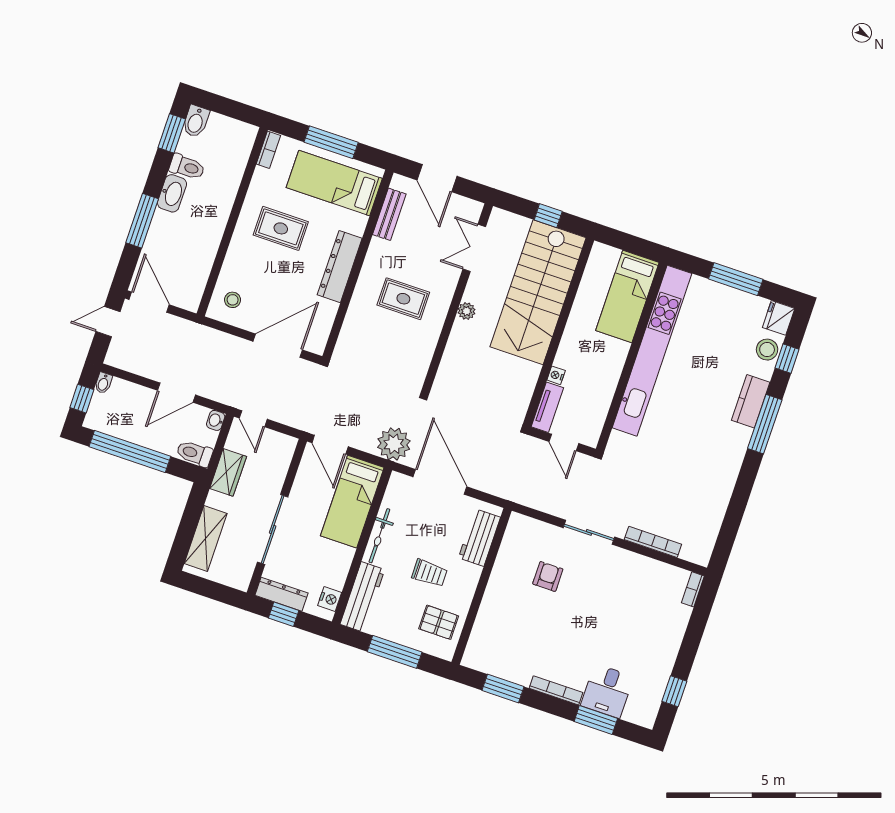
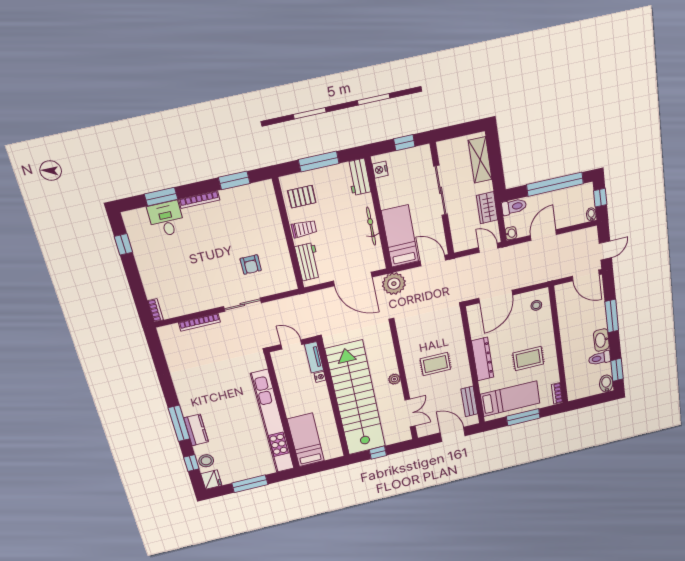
stairs: (538, 292) -> (356, 398), width x1.36
trolley: (429, 573) -> (304, 229), moved, turned 180
dresser: (281, 594) -> (413, 154), removed
workbench: (362, 597) -> (359, 177), width x0.73

